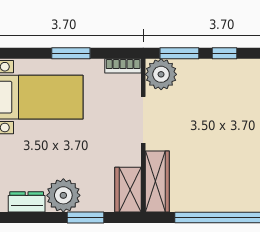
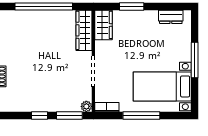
window: (71, 53) -> (141, 116), width x1.44
plant: (161, 74) -> (86, 106), width x0.53, depth x0.53
plant: (63, 195) -> (146, 21), removed

